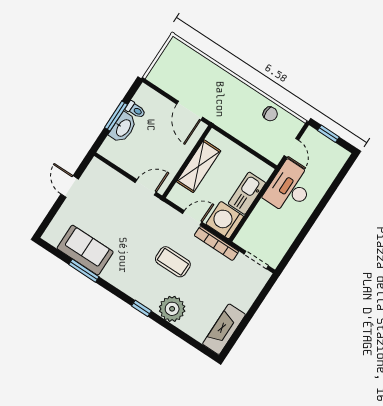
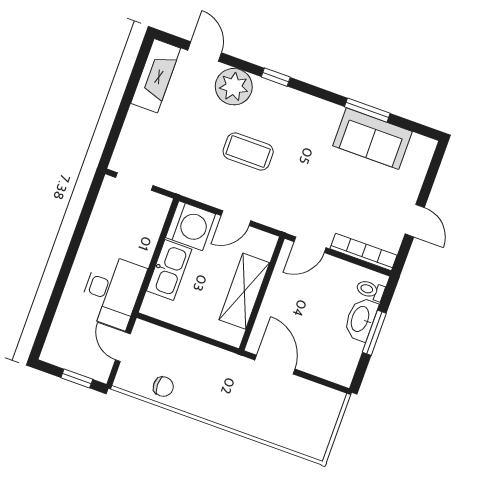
toilet: (136, 110) -> (370, 290), moved
chair: (270, 114) -> (163, 387), turned 180
bookcase: (216, 243) -> (364, 252), moved
door: (186, 338) -> (205, 51), added

